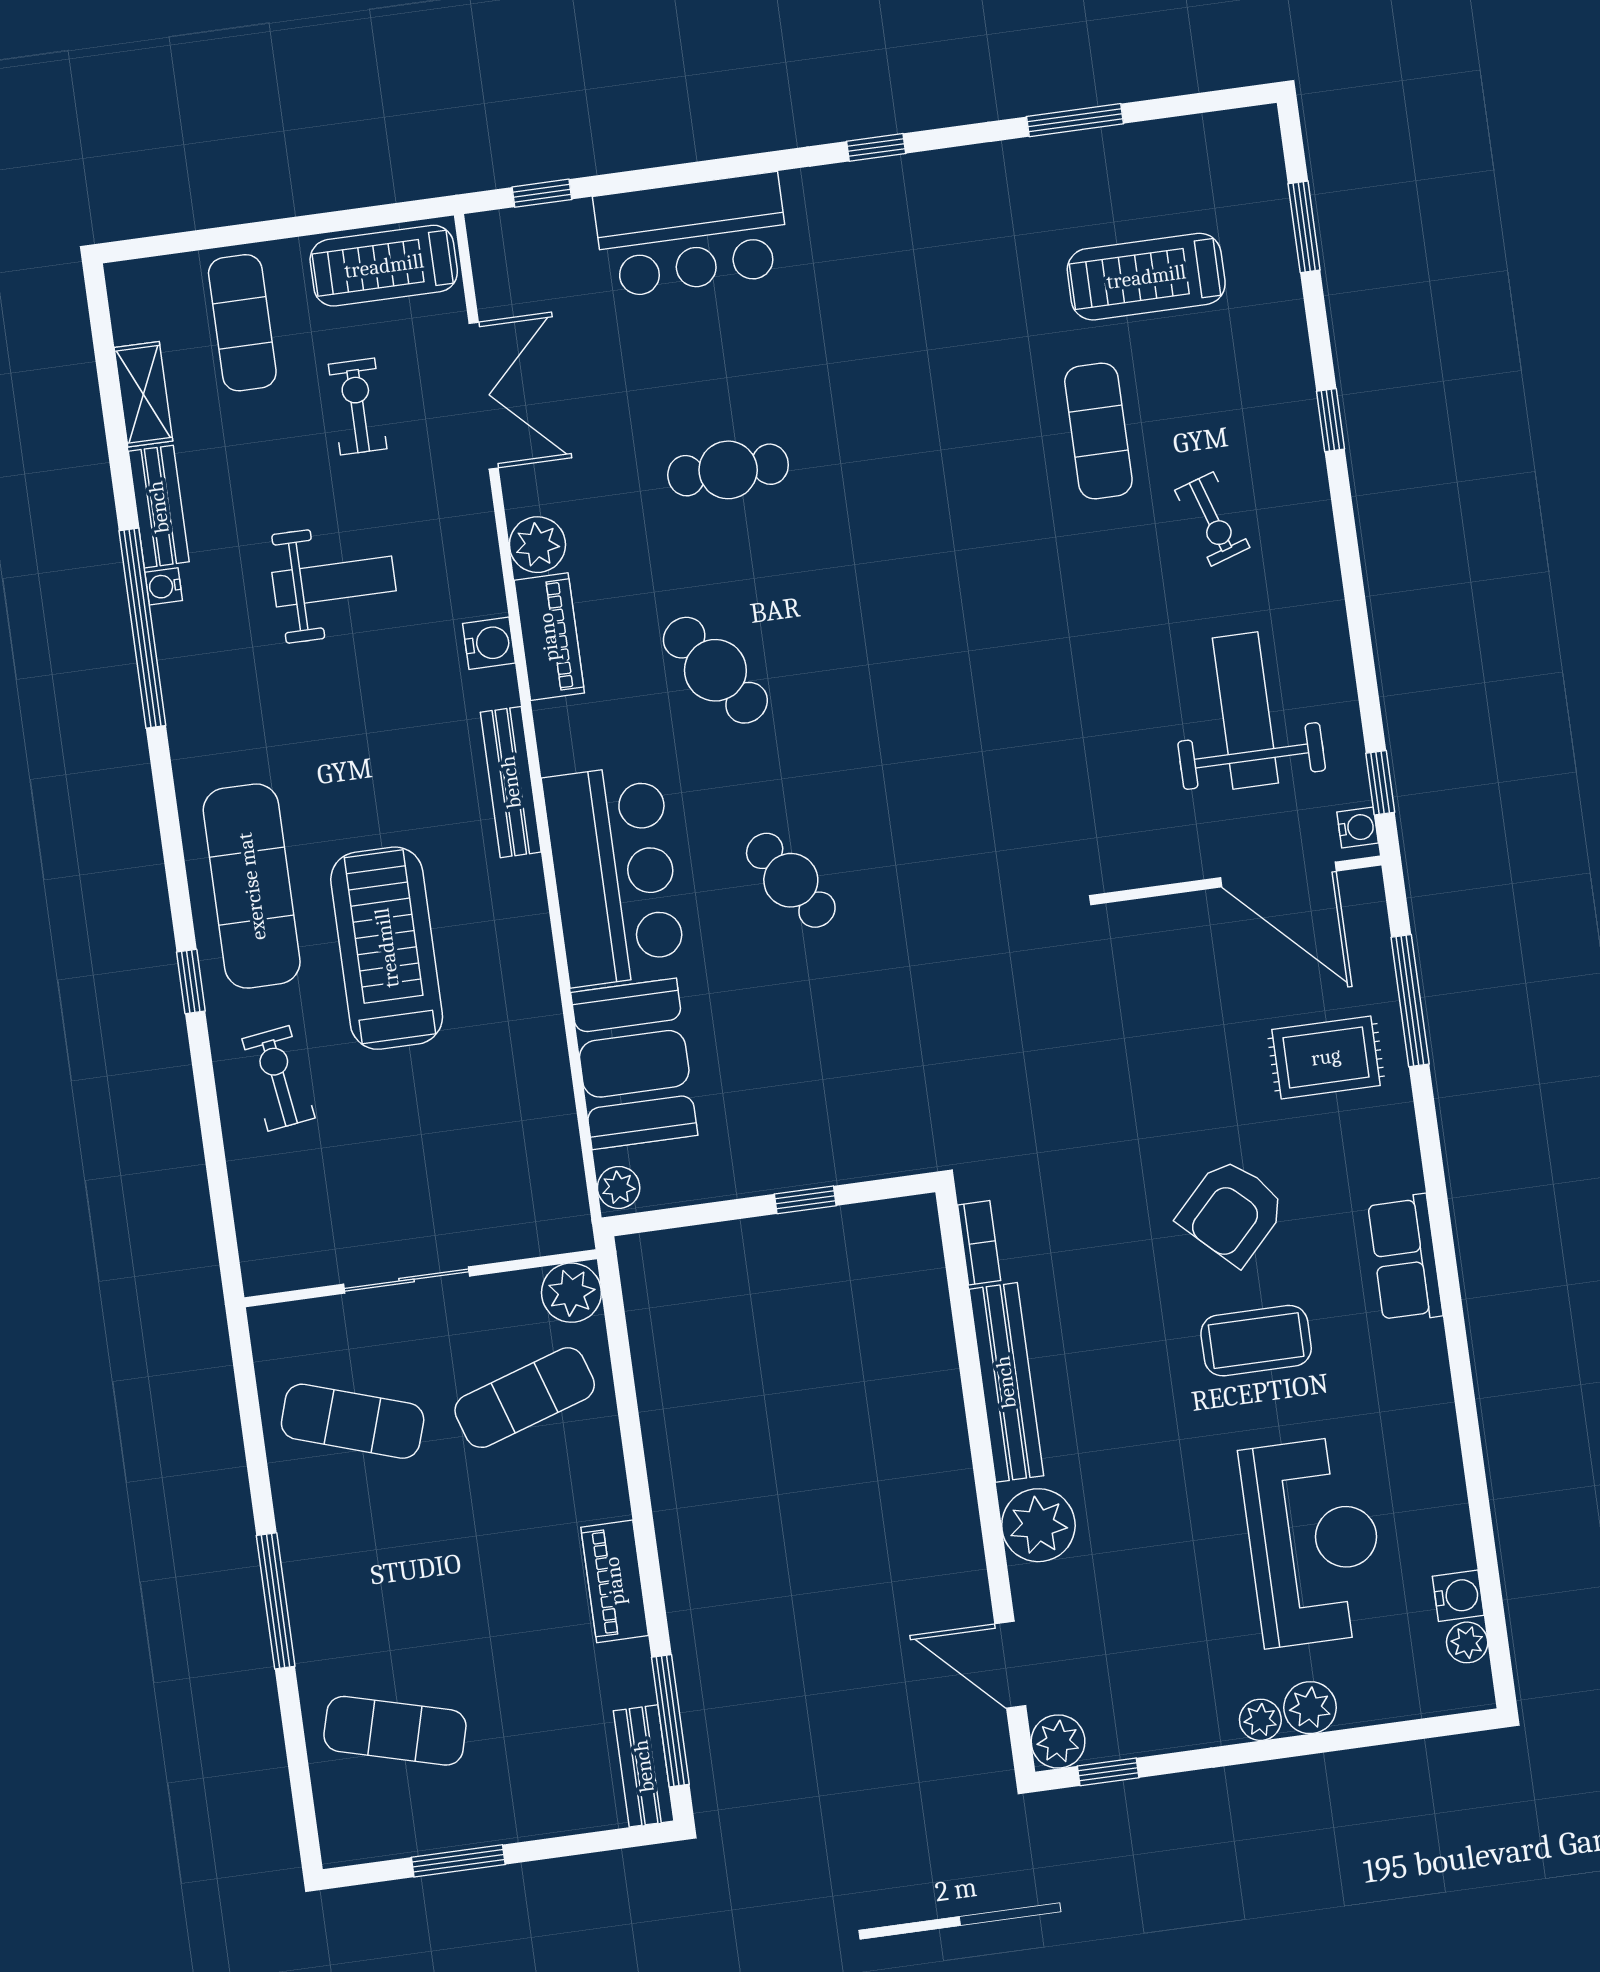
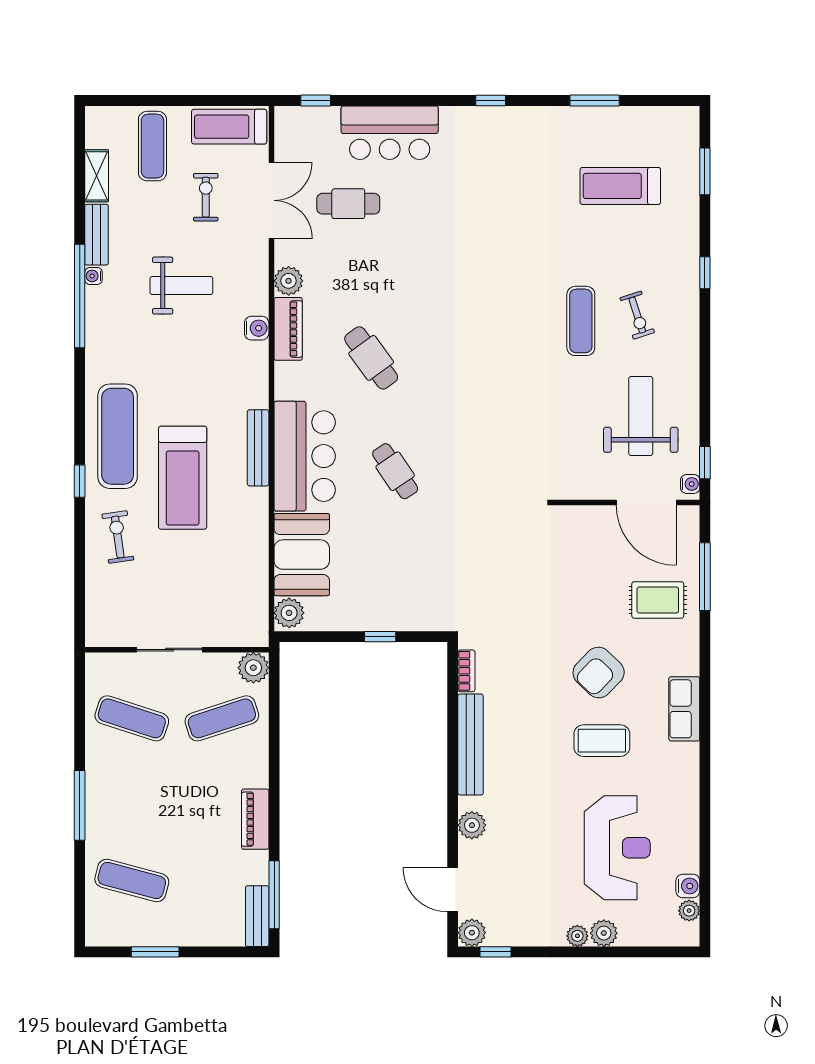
exercise mat: (1098, 431) -> (581, 321), moved
cafe table: (728, 470) -> (348, 204), moved
bench: (511, 782) -> (258, 448), moved
treadmill: (387, 948) -> (183, 478), turned 180
plant: (619, 1187) -> (289, 613), width x1.38, depth x1.38
plant: (1038, 1525) -> (472, 825), width x0.73, depth x0.73

